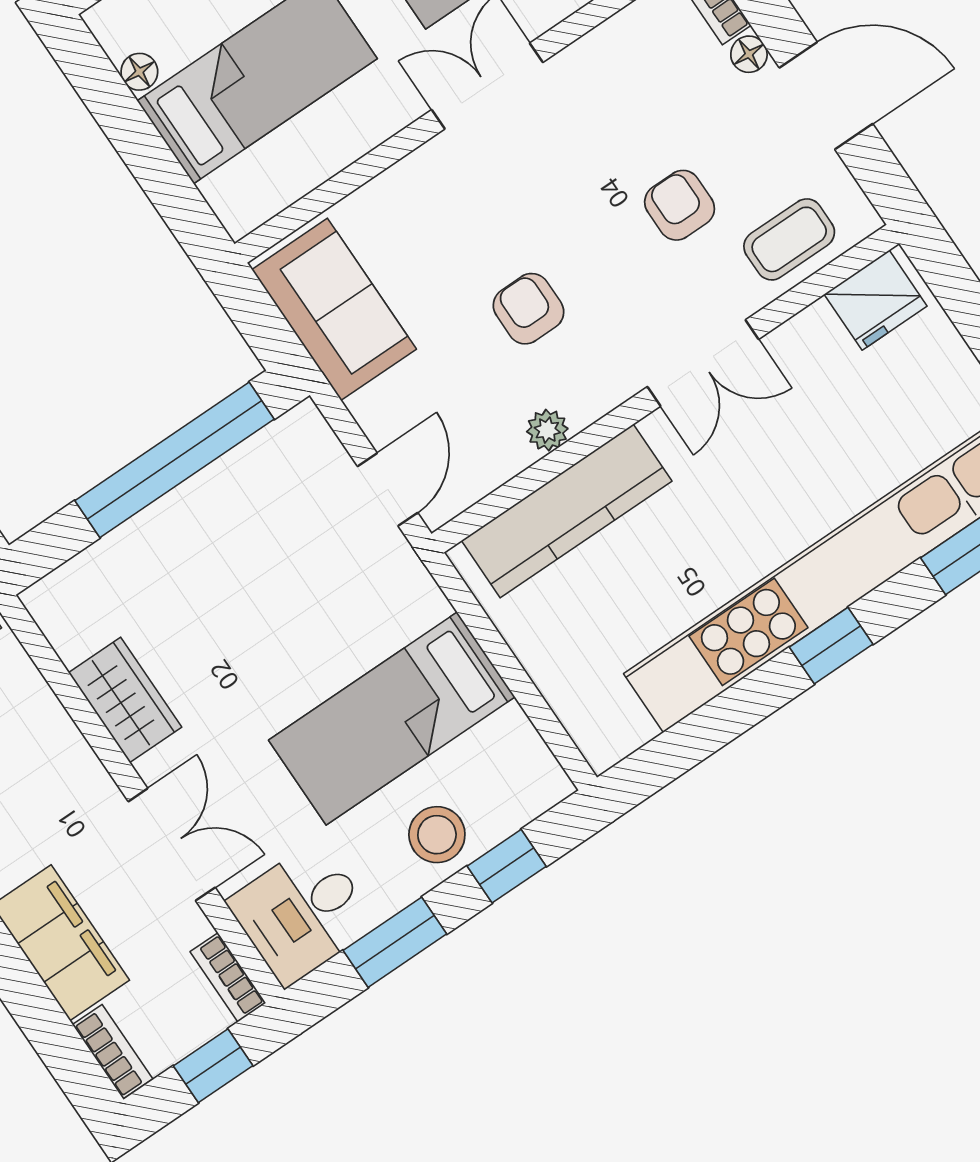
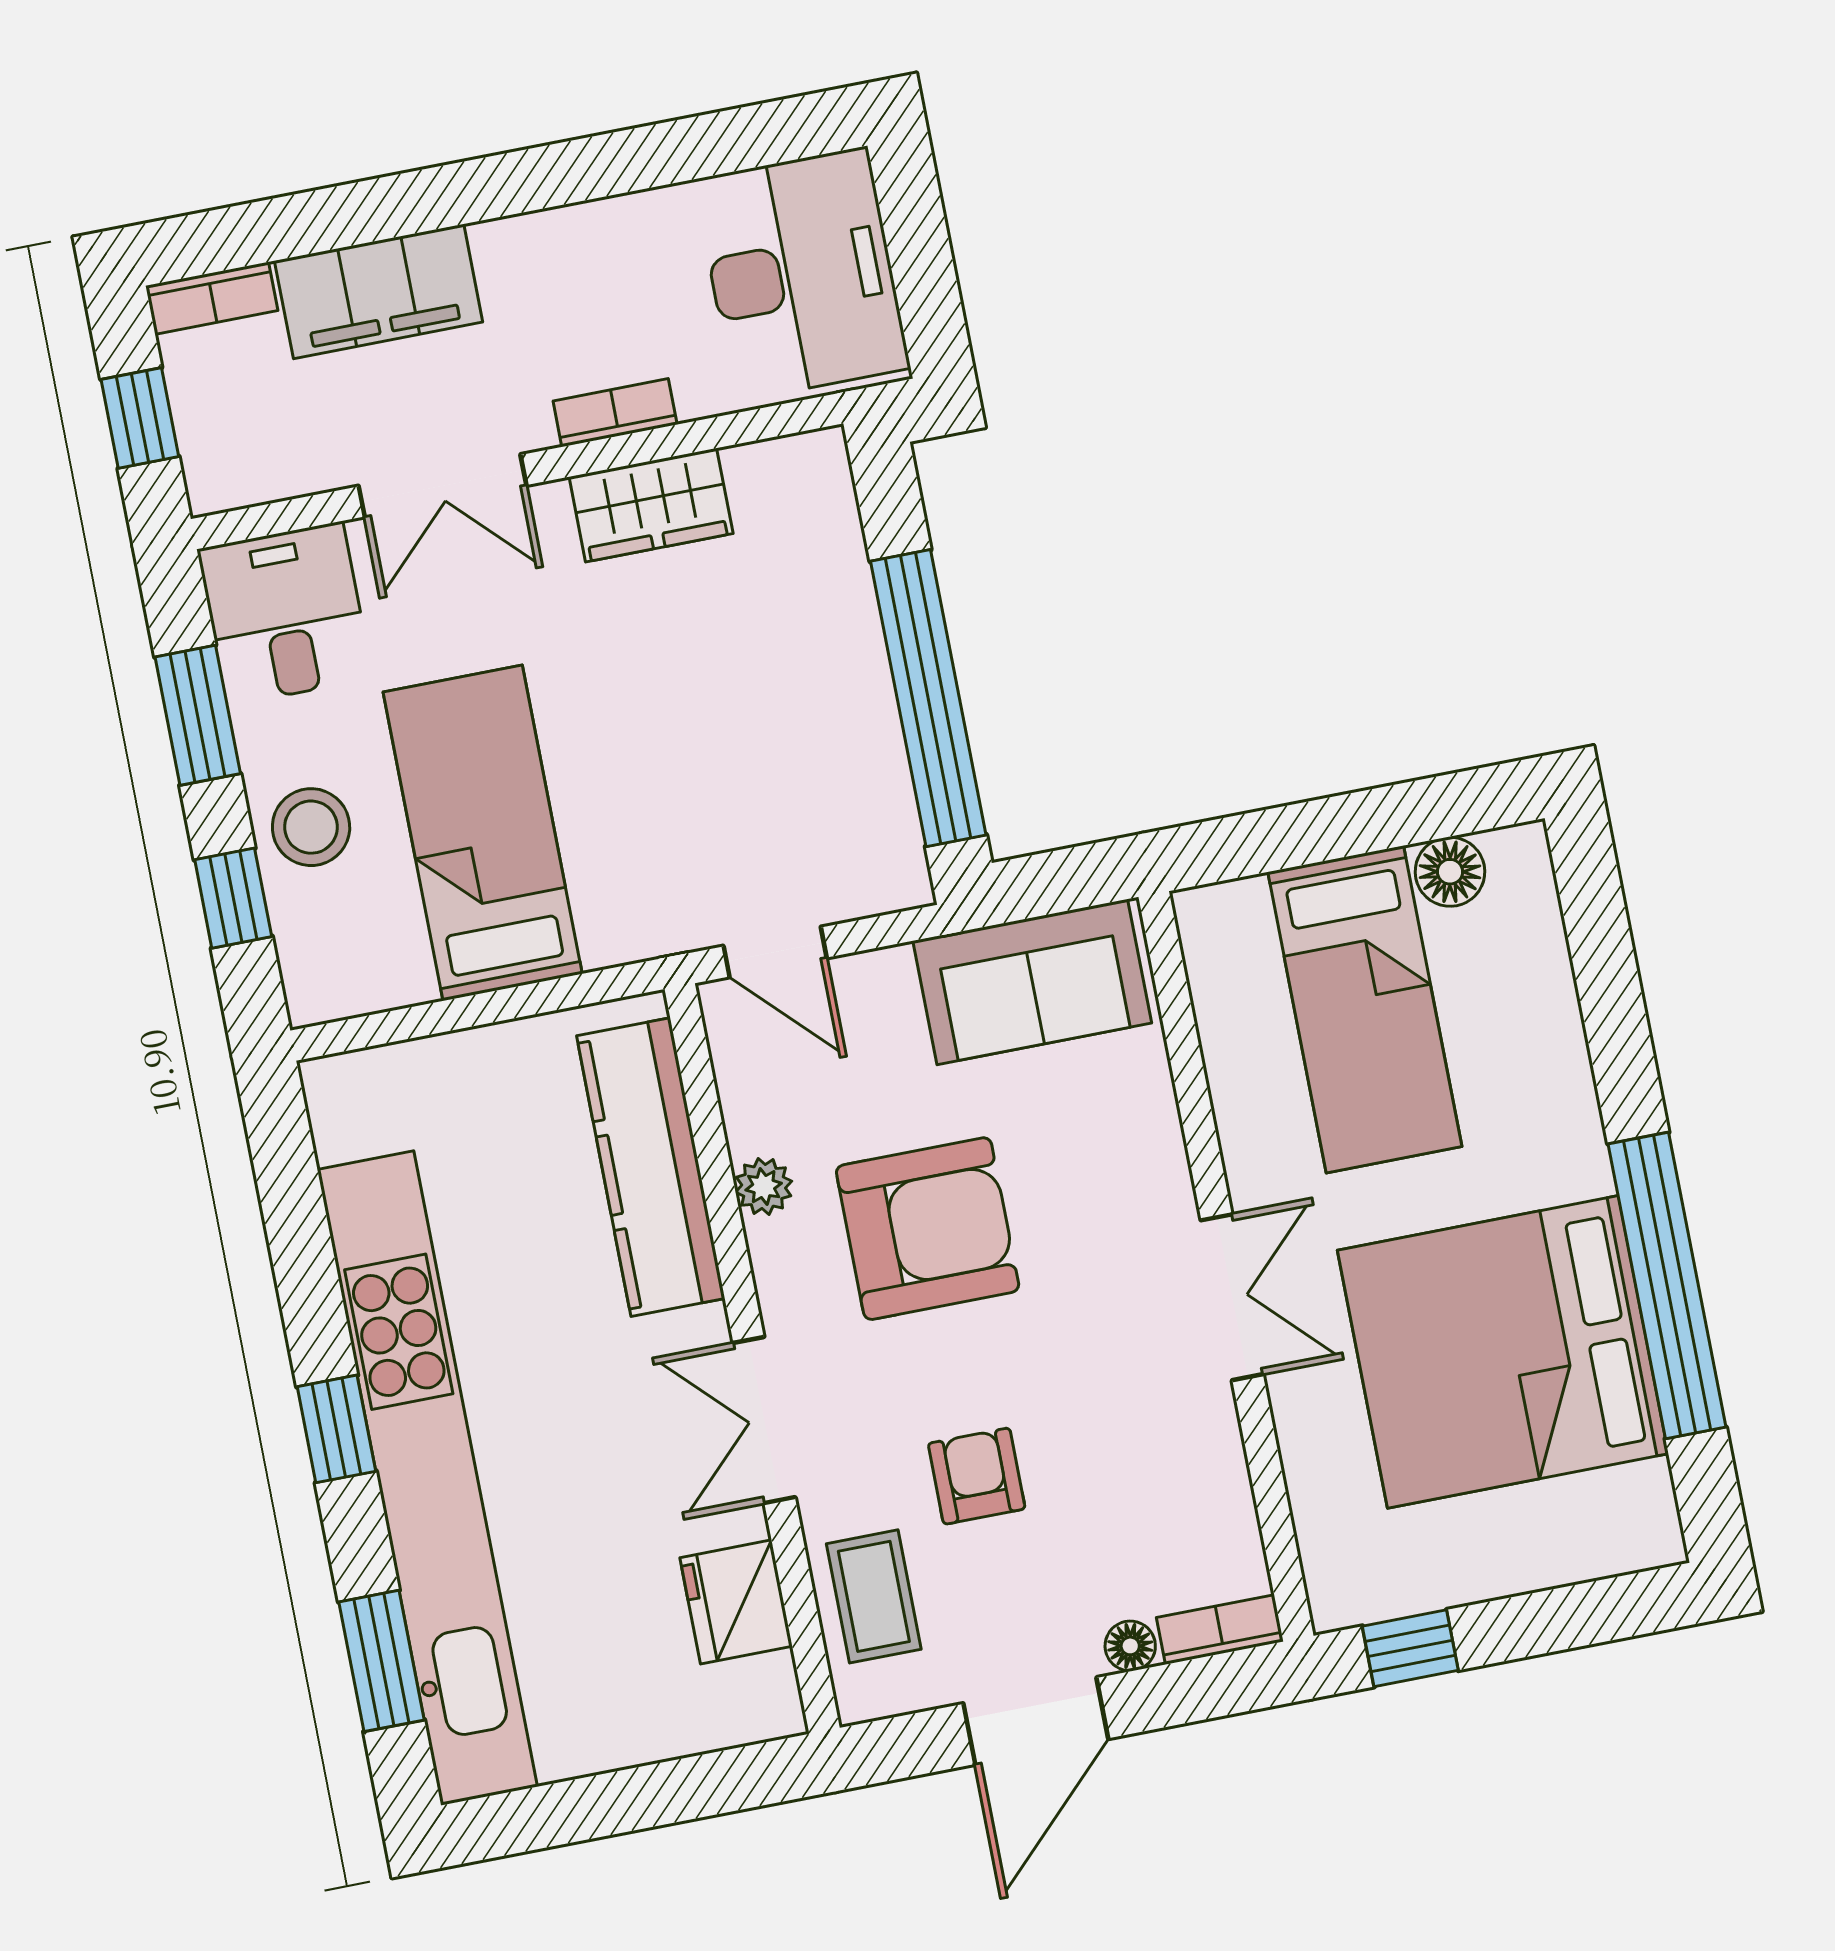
floor lamp: (139, 72) -> (1450, 872), width x1.37, depth x1.37
armchair: (680, 205) -> (977, 1476), turned -90
fridge: (876, 300) -> (736, 1602), moved
armchair: (529, 309) -> (928, 1229), width x1.88, depth x1.88
bookcase: (228, 977) -> (615, 413), moved

